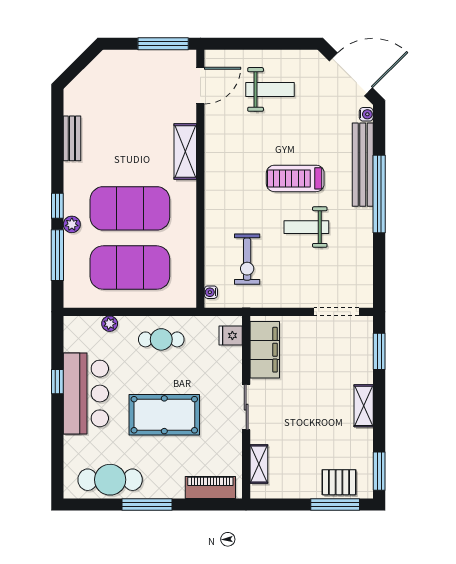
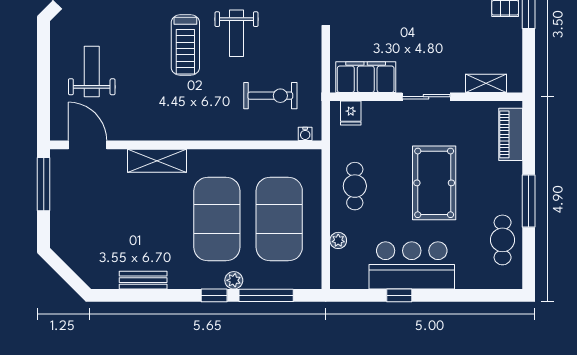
cafe table: (110, 480) -> (503, 240), width x0.73, depth x0.74

